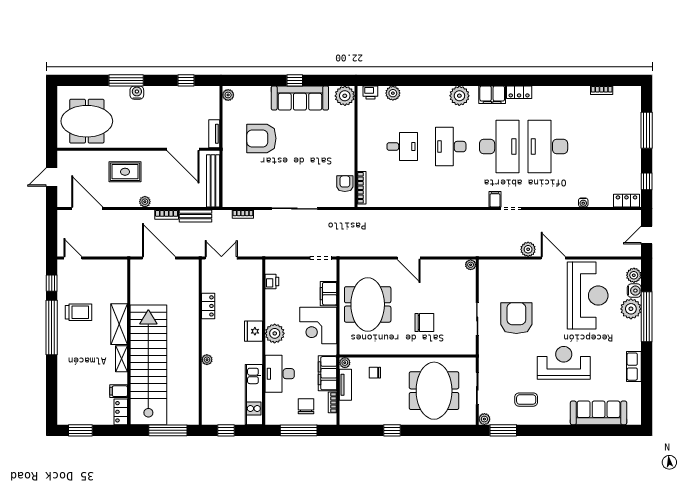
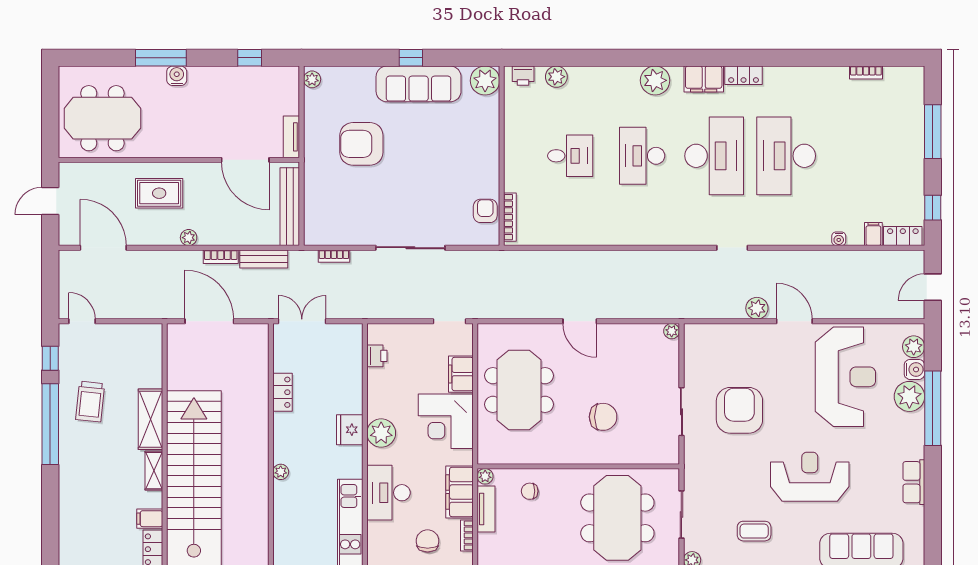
filing cabinet: (495, 199) -> (873, 234), moved
trolley: (78, 312) -> (90, 402), turned 96

